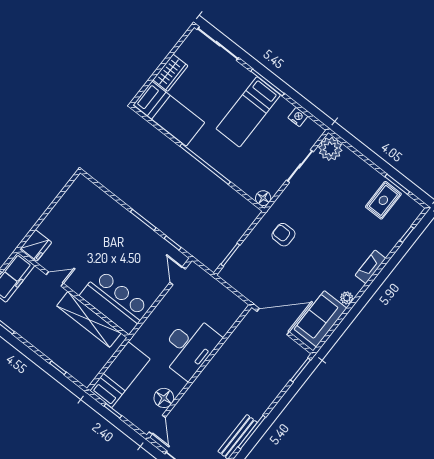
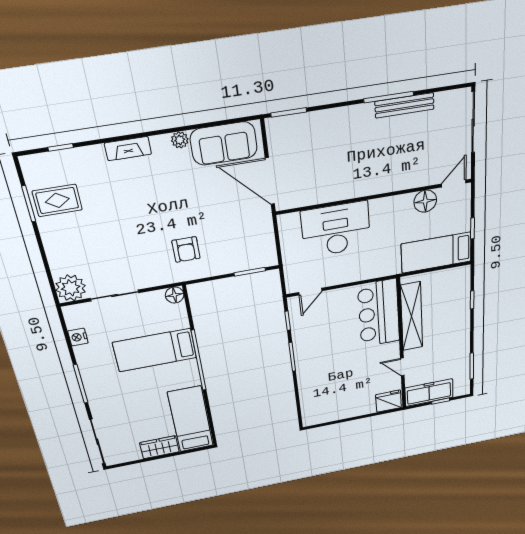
bed: (248, 112) -> (155, 350), moved, turned 180
desk: (189, 347) -> (336, 229), moved

